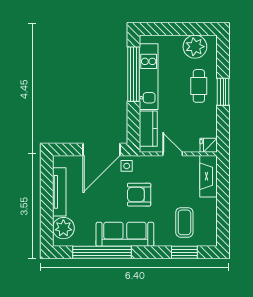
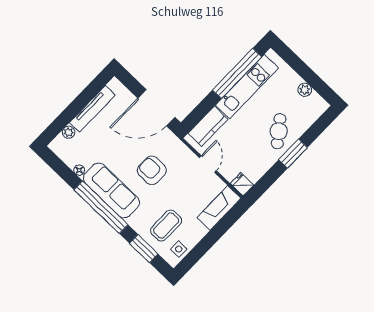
plant: (195, 47) -> (305, 90), width x0.53, depth x0.53
cafe table: (199, 86) -> (279, 131), turned -38
side table: (127, 166) -> (179, 249), moved
plant: (63, 228) -> (69, 132), width x0.53, depth x0.53
floor lamp: (90, 242) -> (79, 170), added
window: (102, 252) -> (101, 207), moved

